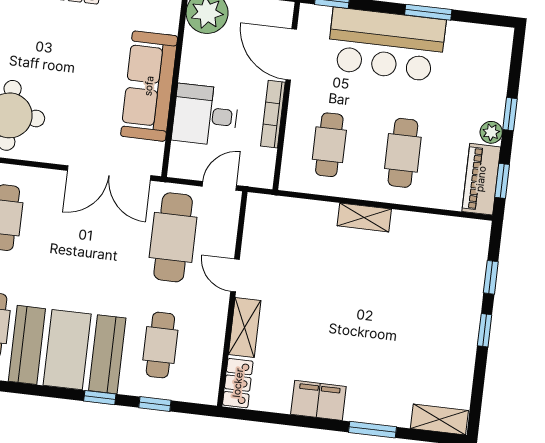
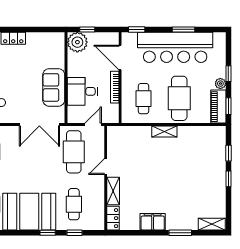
bar counter: (386, 45) -> (175, 47), width x1.36
sofa: (149, 86) -> (54, 87), width x0.73
cafe table: (403, 153) -> (179, 98), width x1.37, depth x1.35
door: (235, 275) -> (106, 167), hinge flipped

